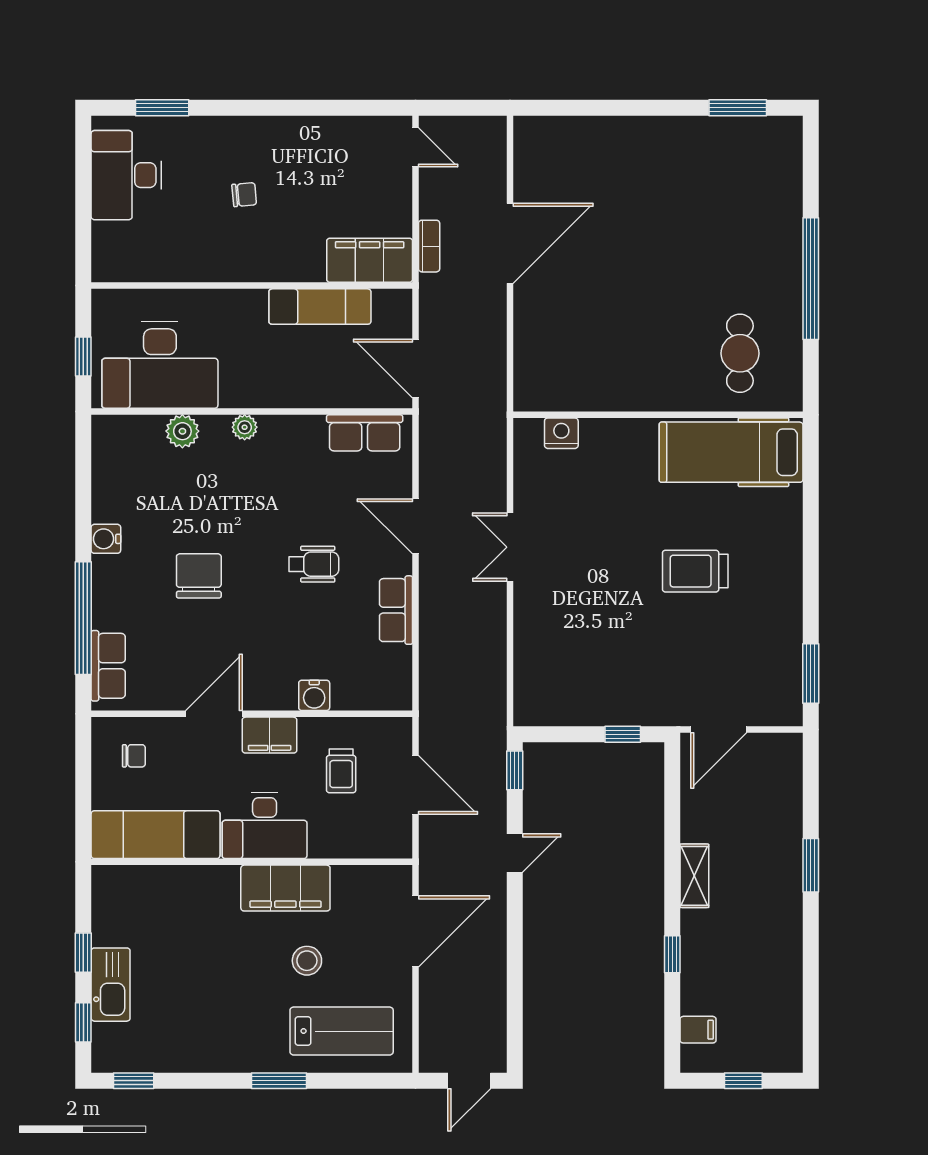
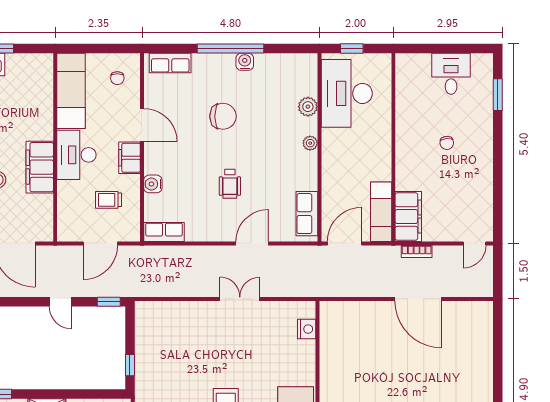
desk: (126, 175) -> (451, 74), width x0.73
exam couch: (320, 307) -> (381, 212), moved
row of seats: (396, 610) -> (164, 232), moved
window: (83, 618) -> (231, 49), moved

